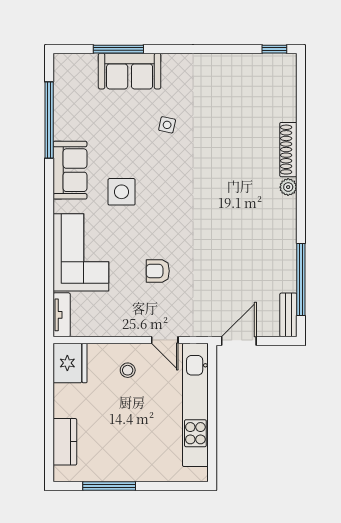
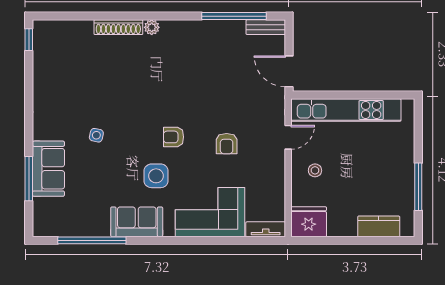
armchair: (165, 211) -> (174, 137), added

